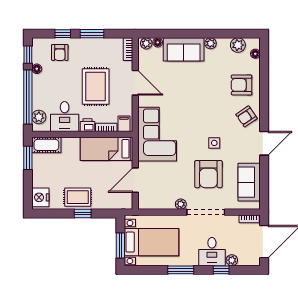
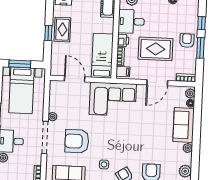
armchair: (60, 52) -> (187, 41), moved, turned 90
side table: (214, 143) -> (104, 164), moved

